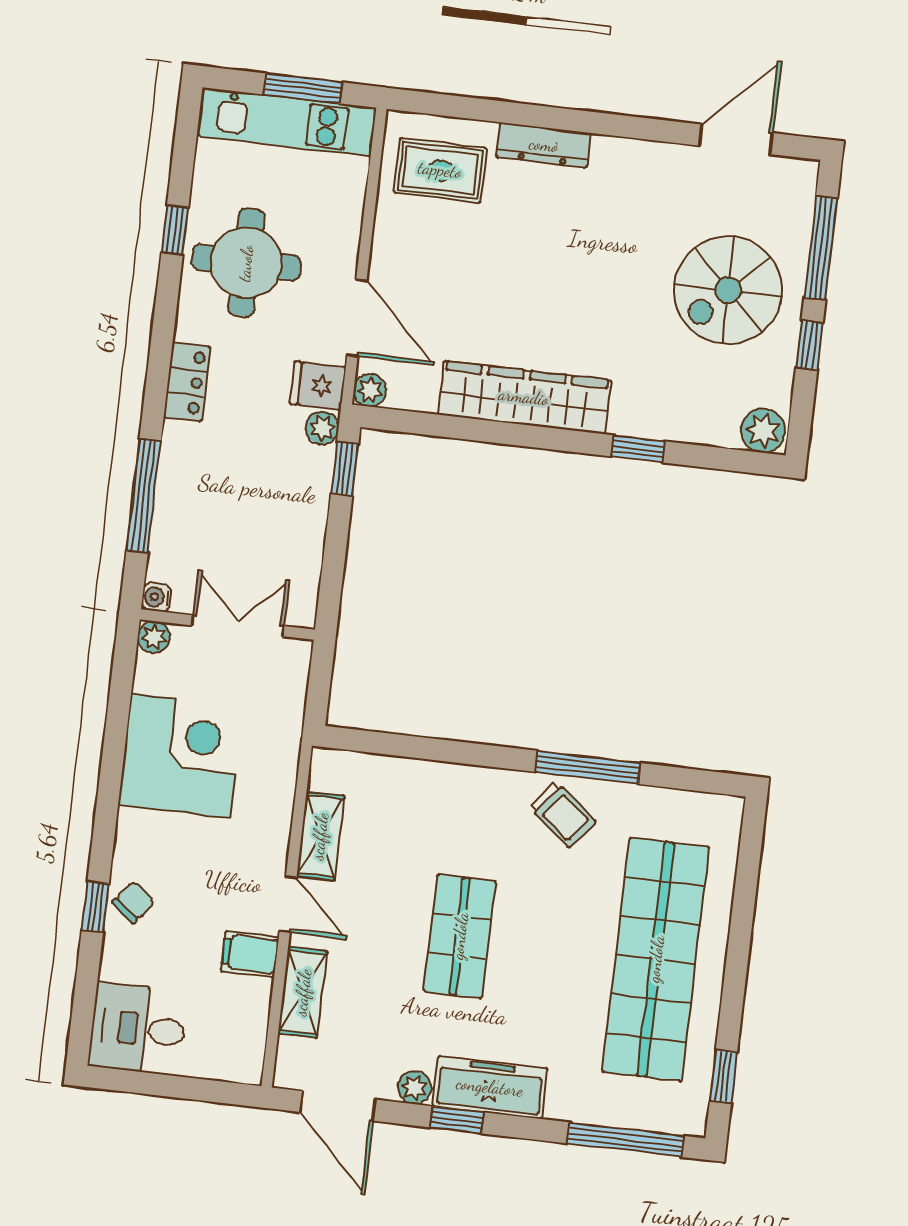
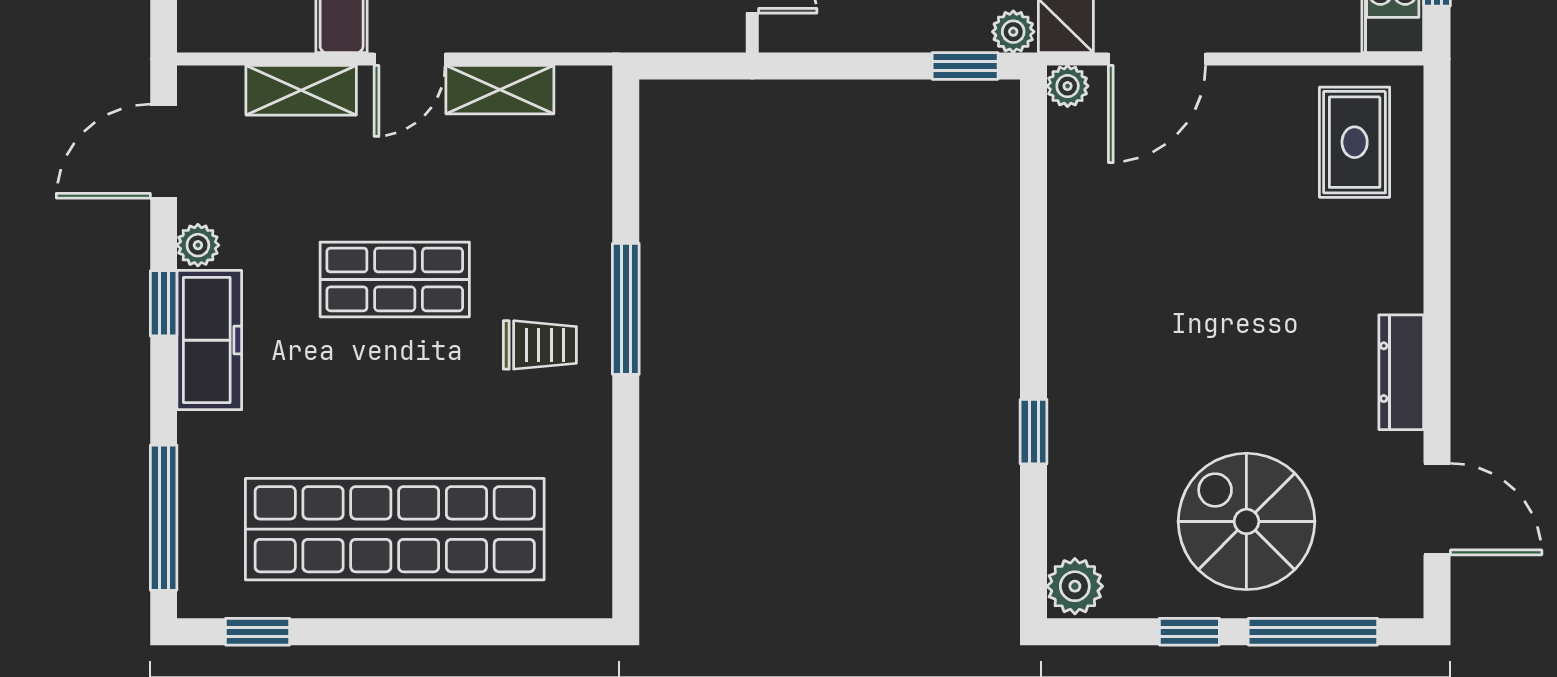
dresser: (544, 145) -> (1401, 372), moved
wardrobe: (524, 397) -> (1081, 281), removed
window: (588, 767) -> (626, 309), moved
trolley: (563, 814) -> (540, 345), moved, turned -129

